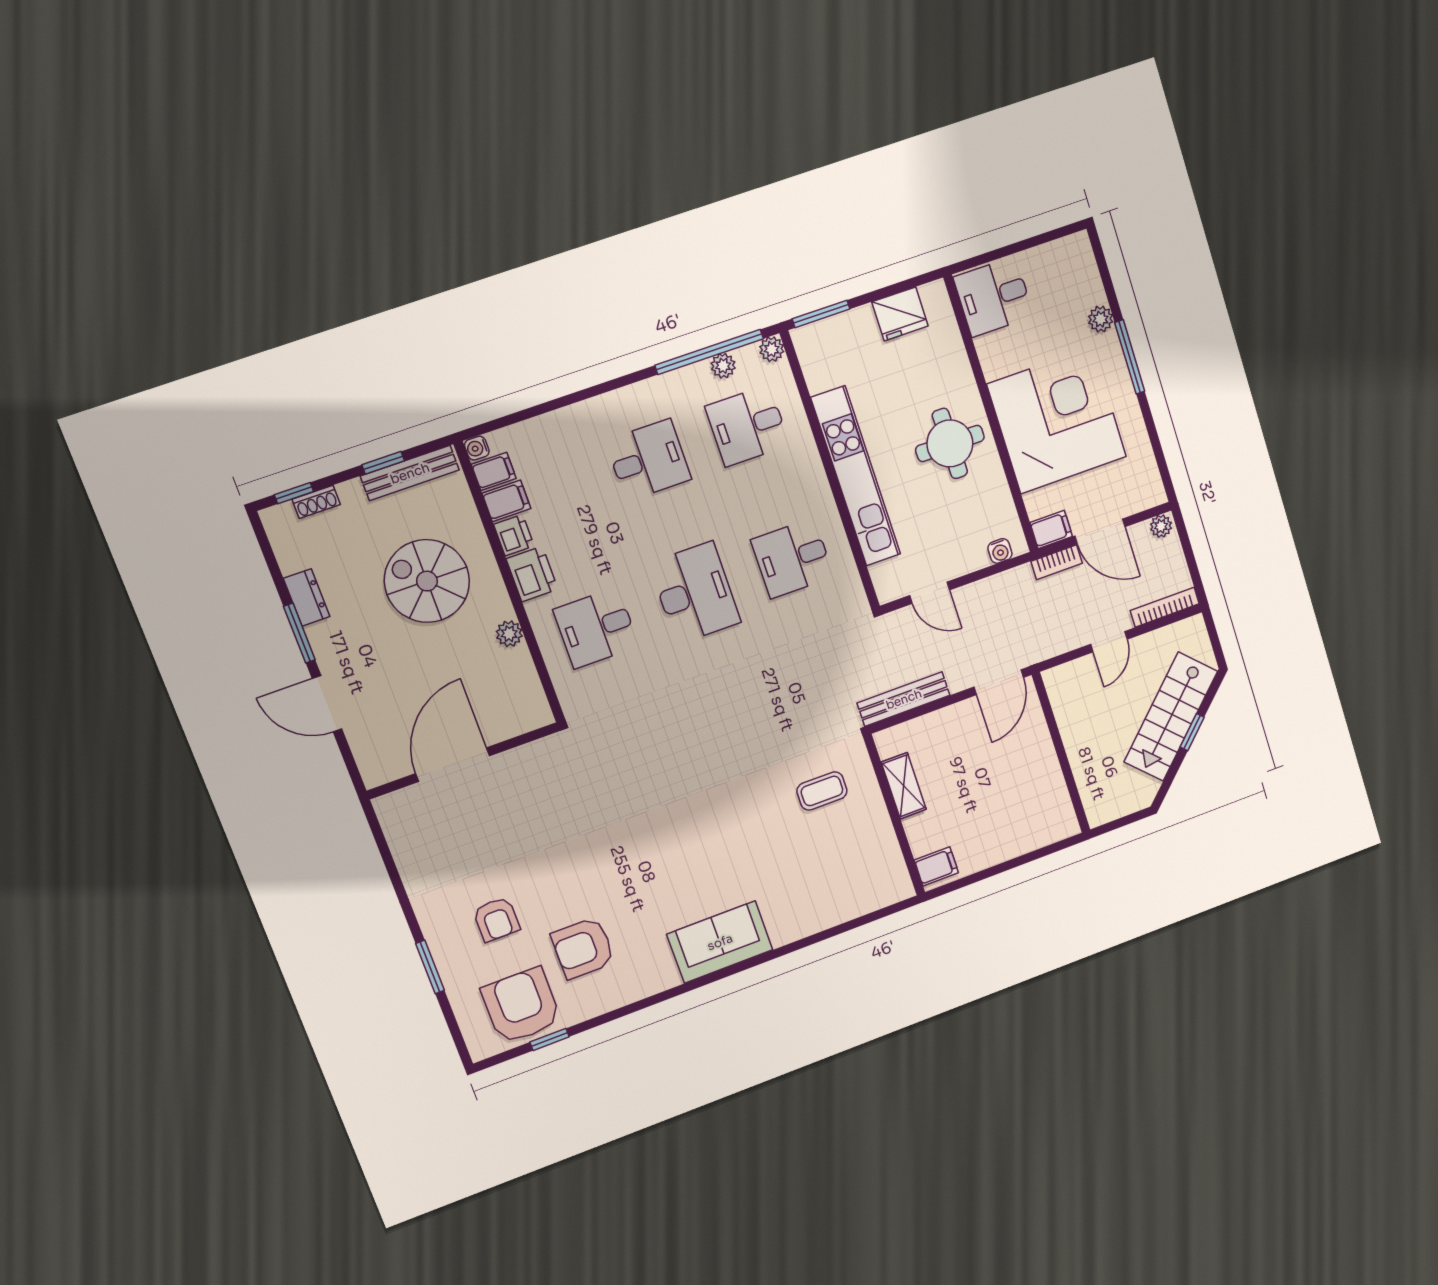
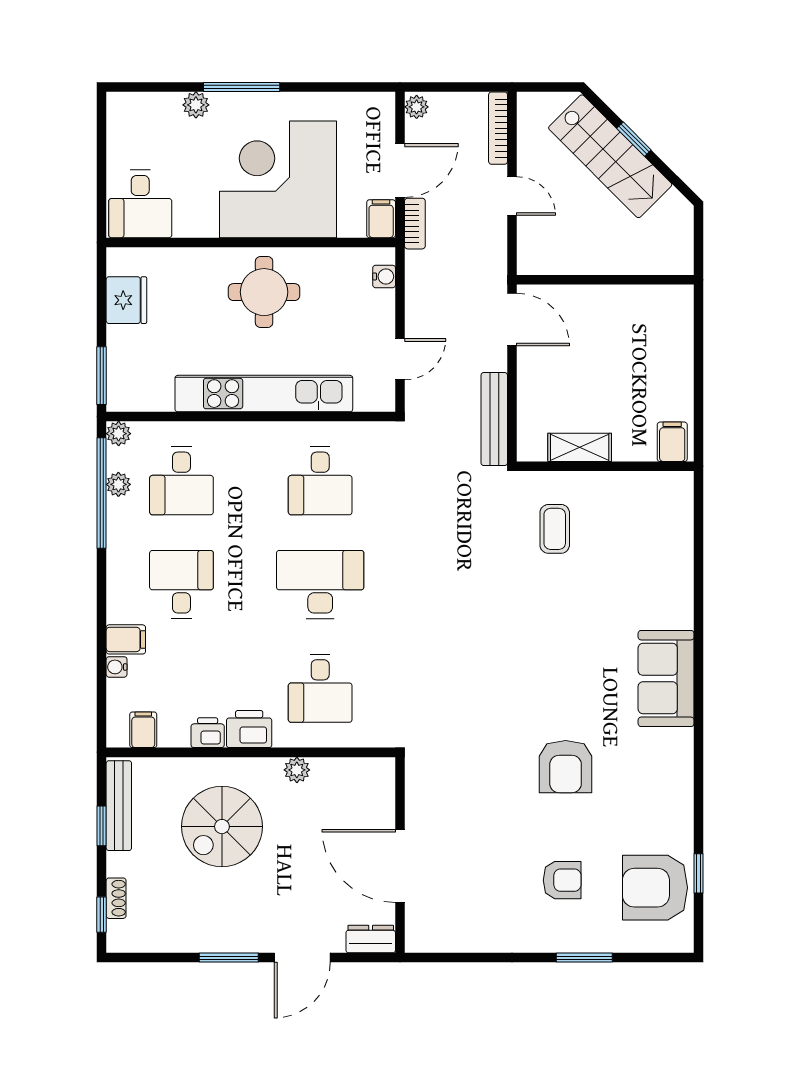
water cooler: (477, 448) -> (117, 667), moved, turned 90
filing cabinet: (506, 501) -> (126, 639), moved, turned 90
dresser: (307, 598) -> (371, 939), moved
armchair: (583, 948) -> (566, 767), moved

